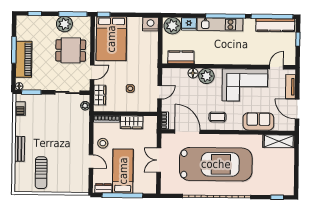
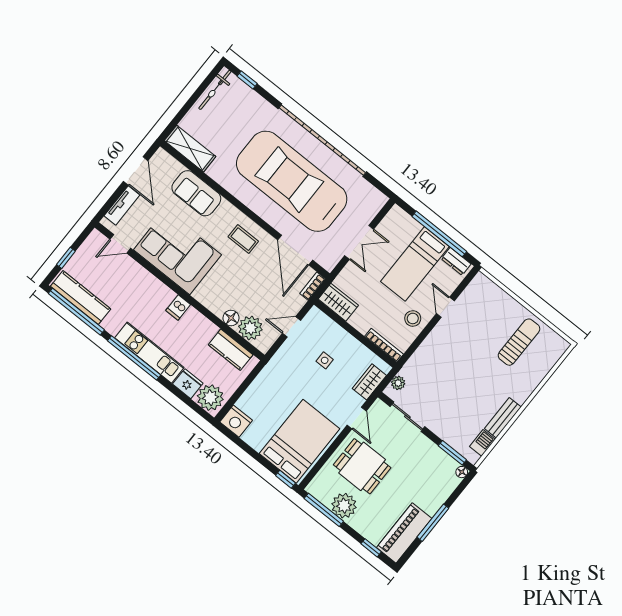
dishwasher: (223, 58) -> (178, 307), added
piano: (24, 59) -> (404, 533), moved
door: (92, 72) -> (357, 418), swing flipped
plant: (206, 76) -> (250, 328), moved
wardrobe: (132, 122) -> (338, 302), moved
bench: (20, 149) -> (503, 418), moved
bicycle: (289, 180) -> (215, 90), added

